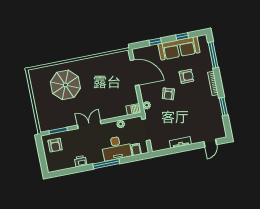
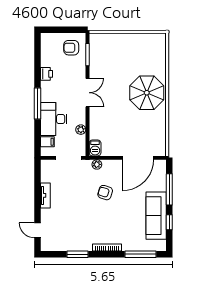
window: (155, 42) -> (169, 189), width x2.17
armchair: (186, 76) -> (122, 218), removed
parasol: (65, 85) -> (147, 93), moved

